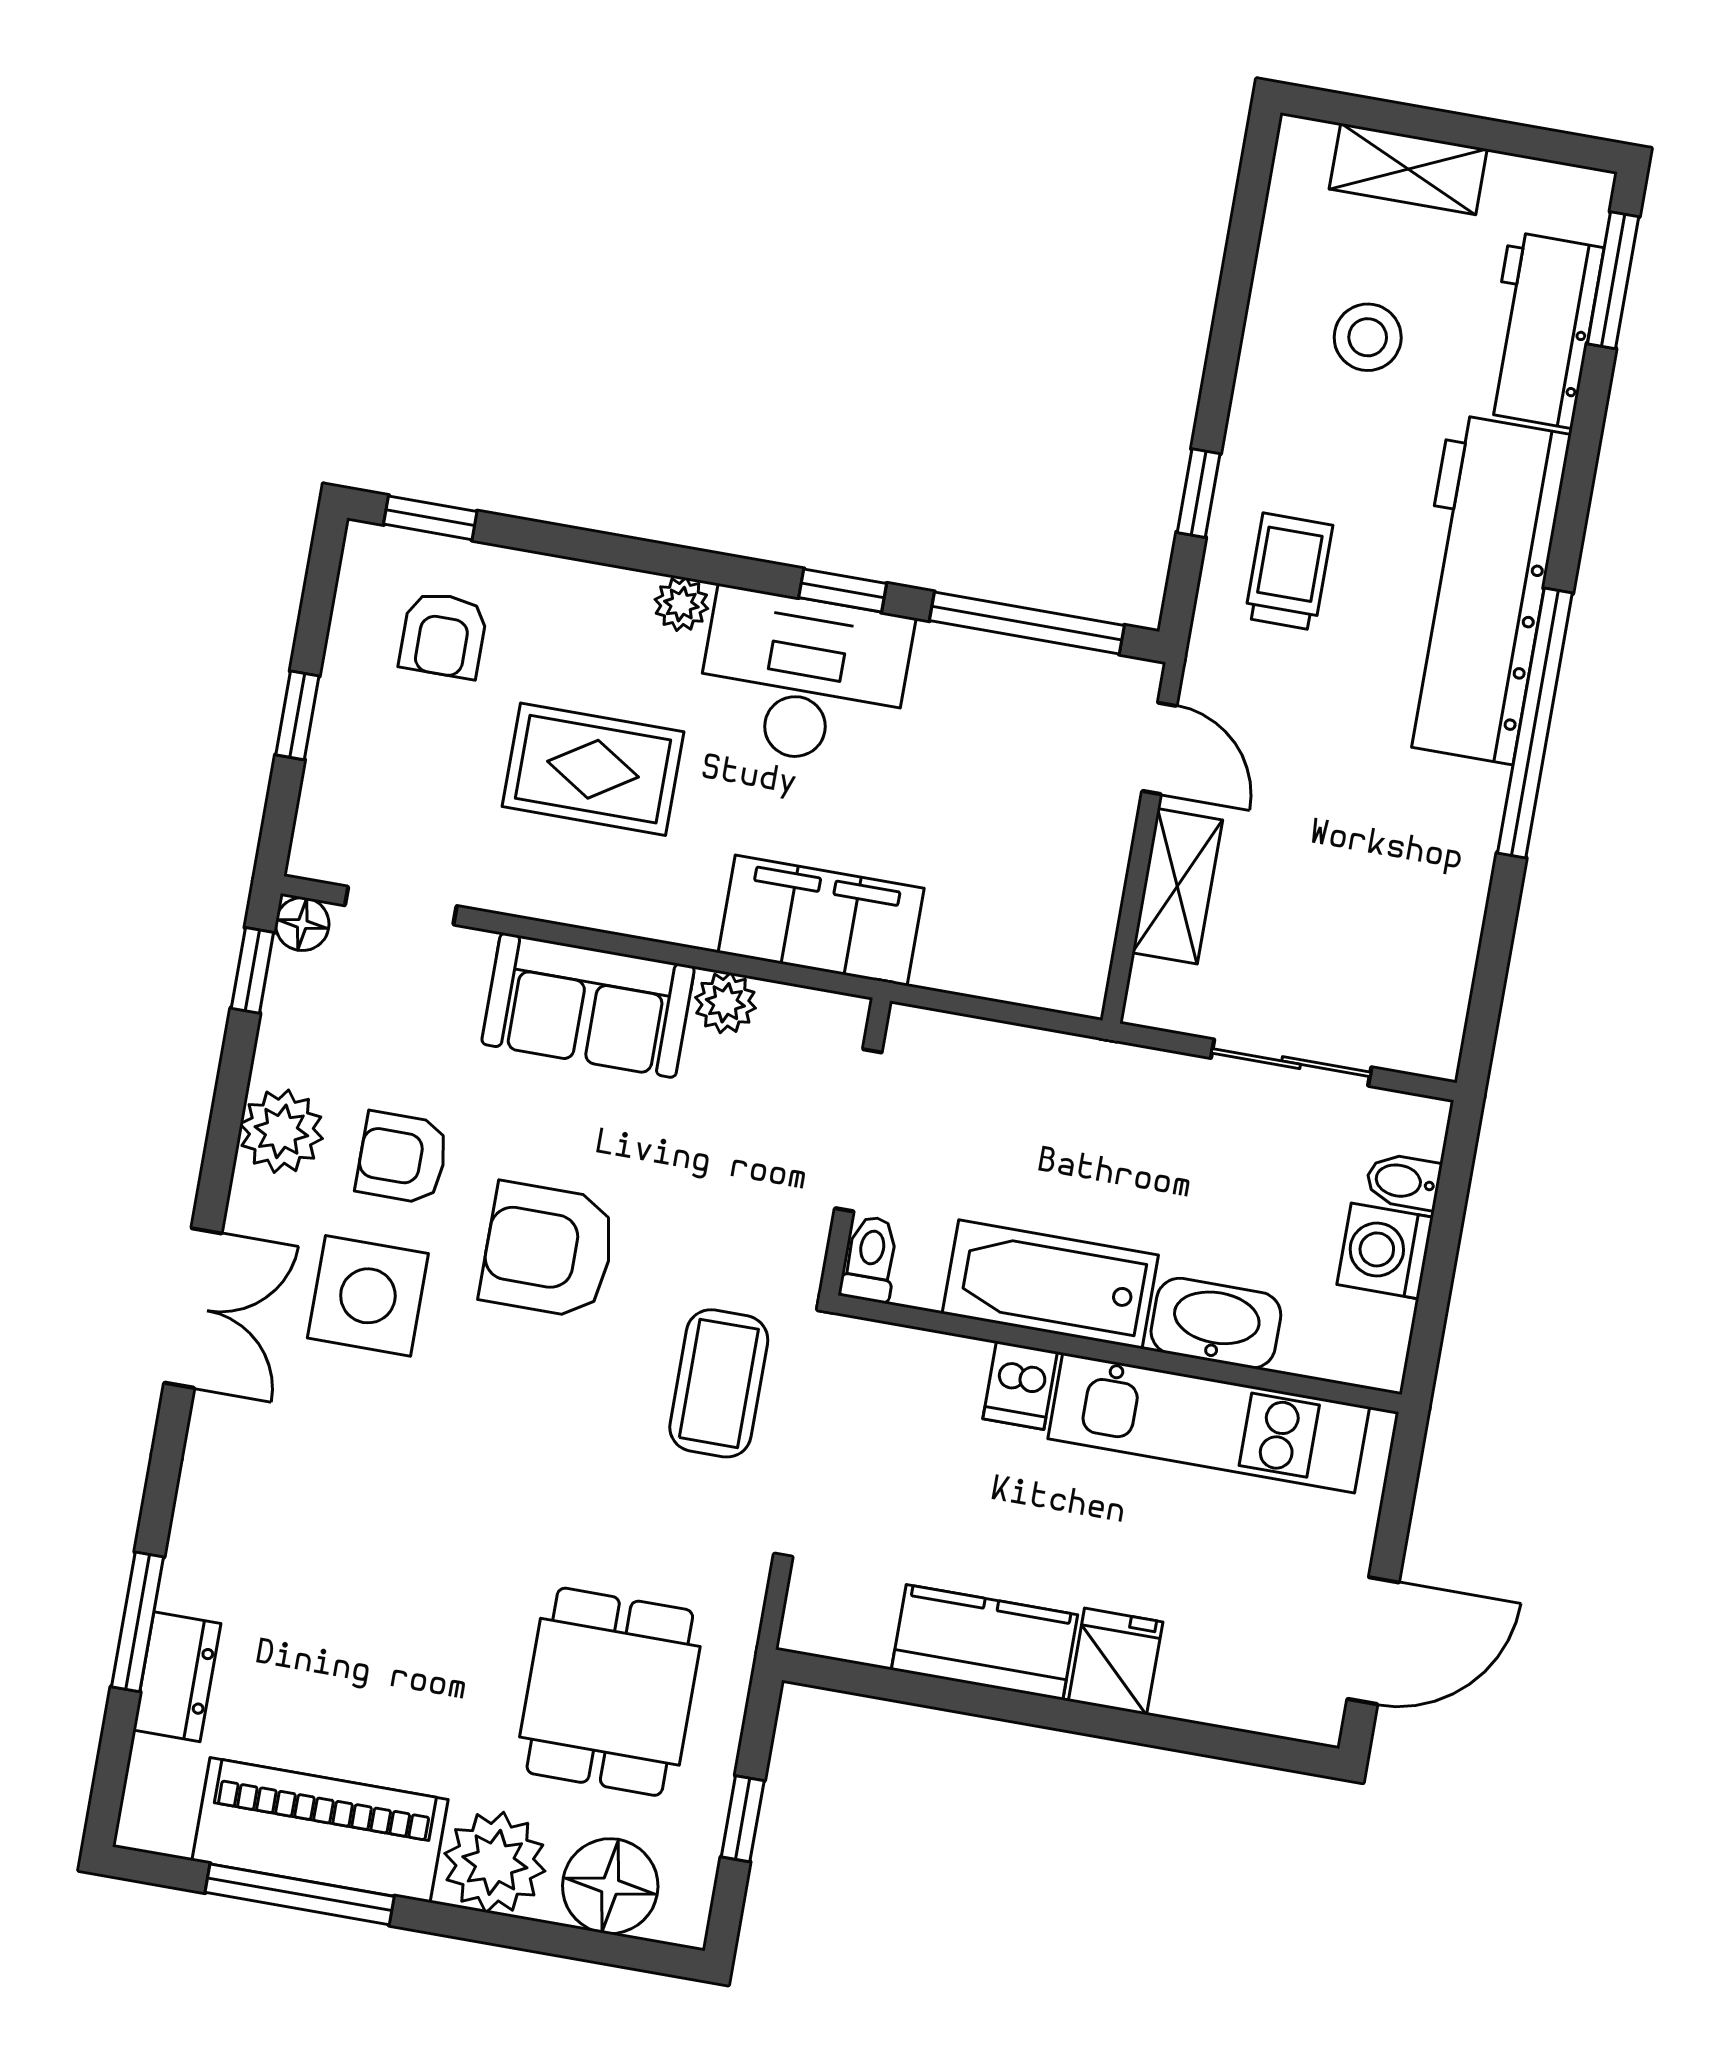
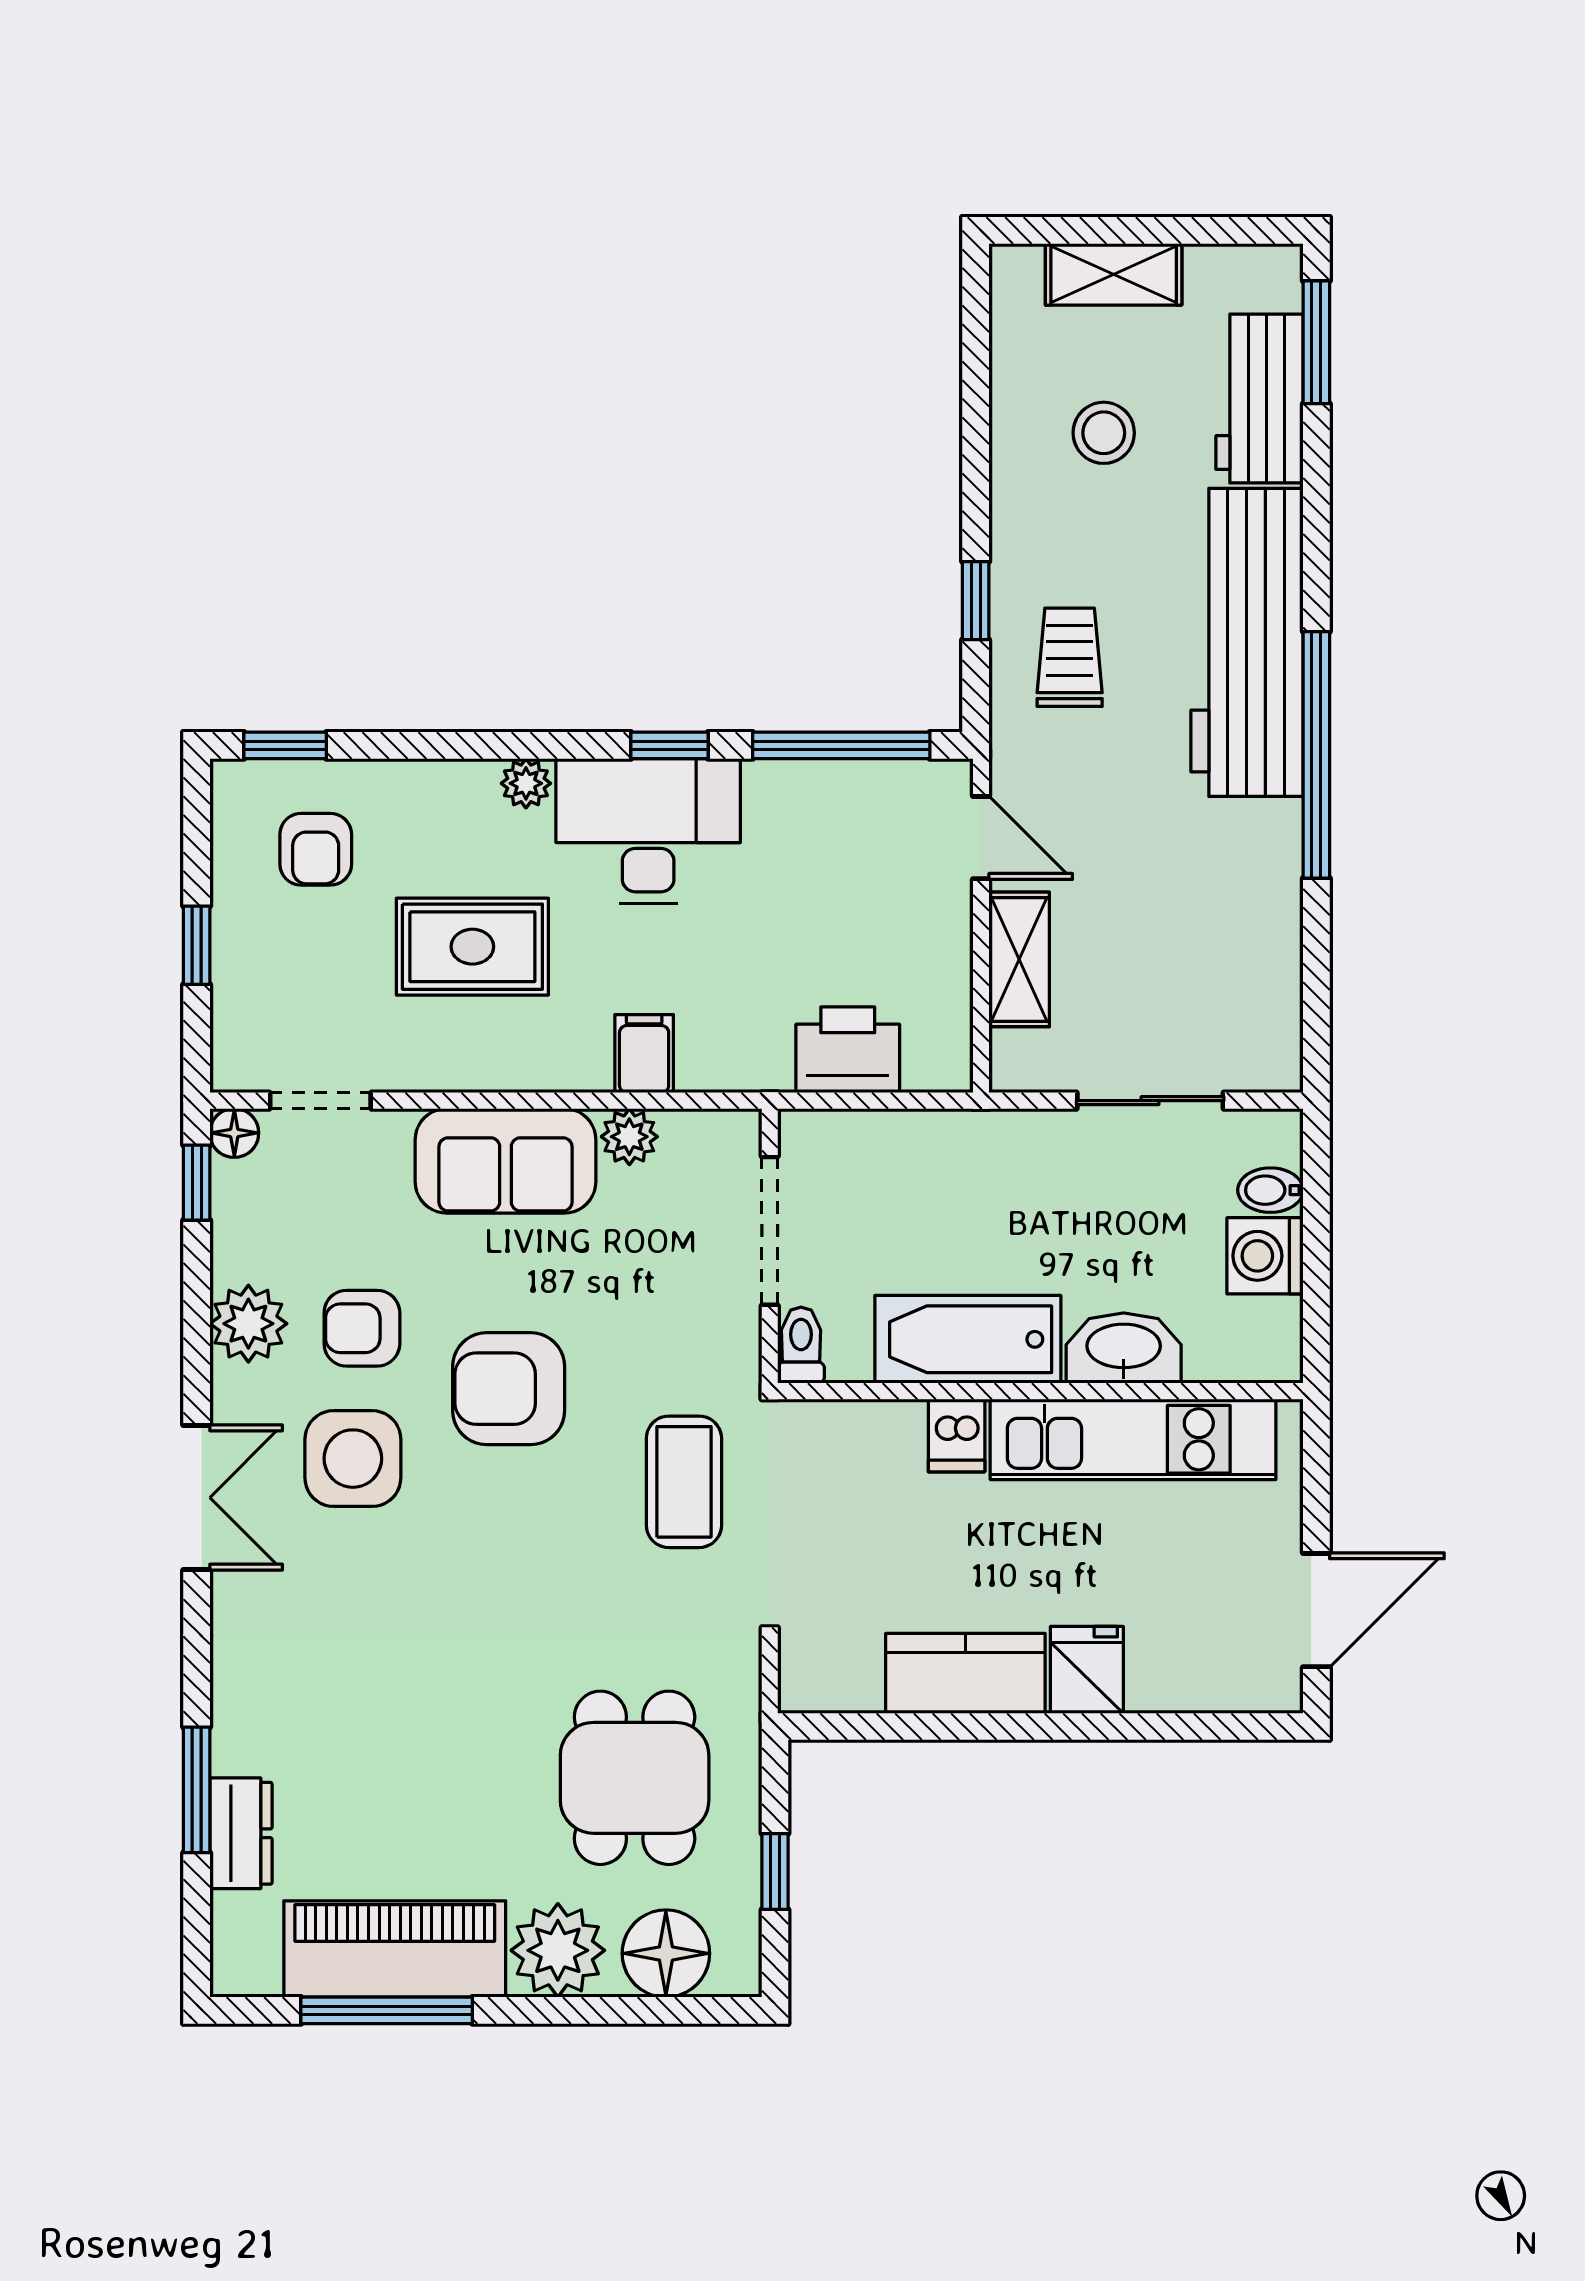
filing cabinet: (821, 921) -> (644, 1054), width x0.33, depth x0.86
printer: (976, 951) -> (848, 1050), added

